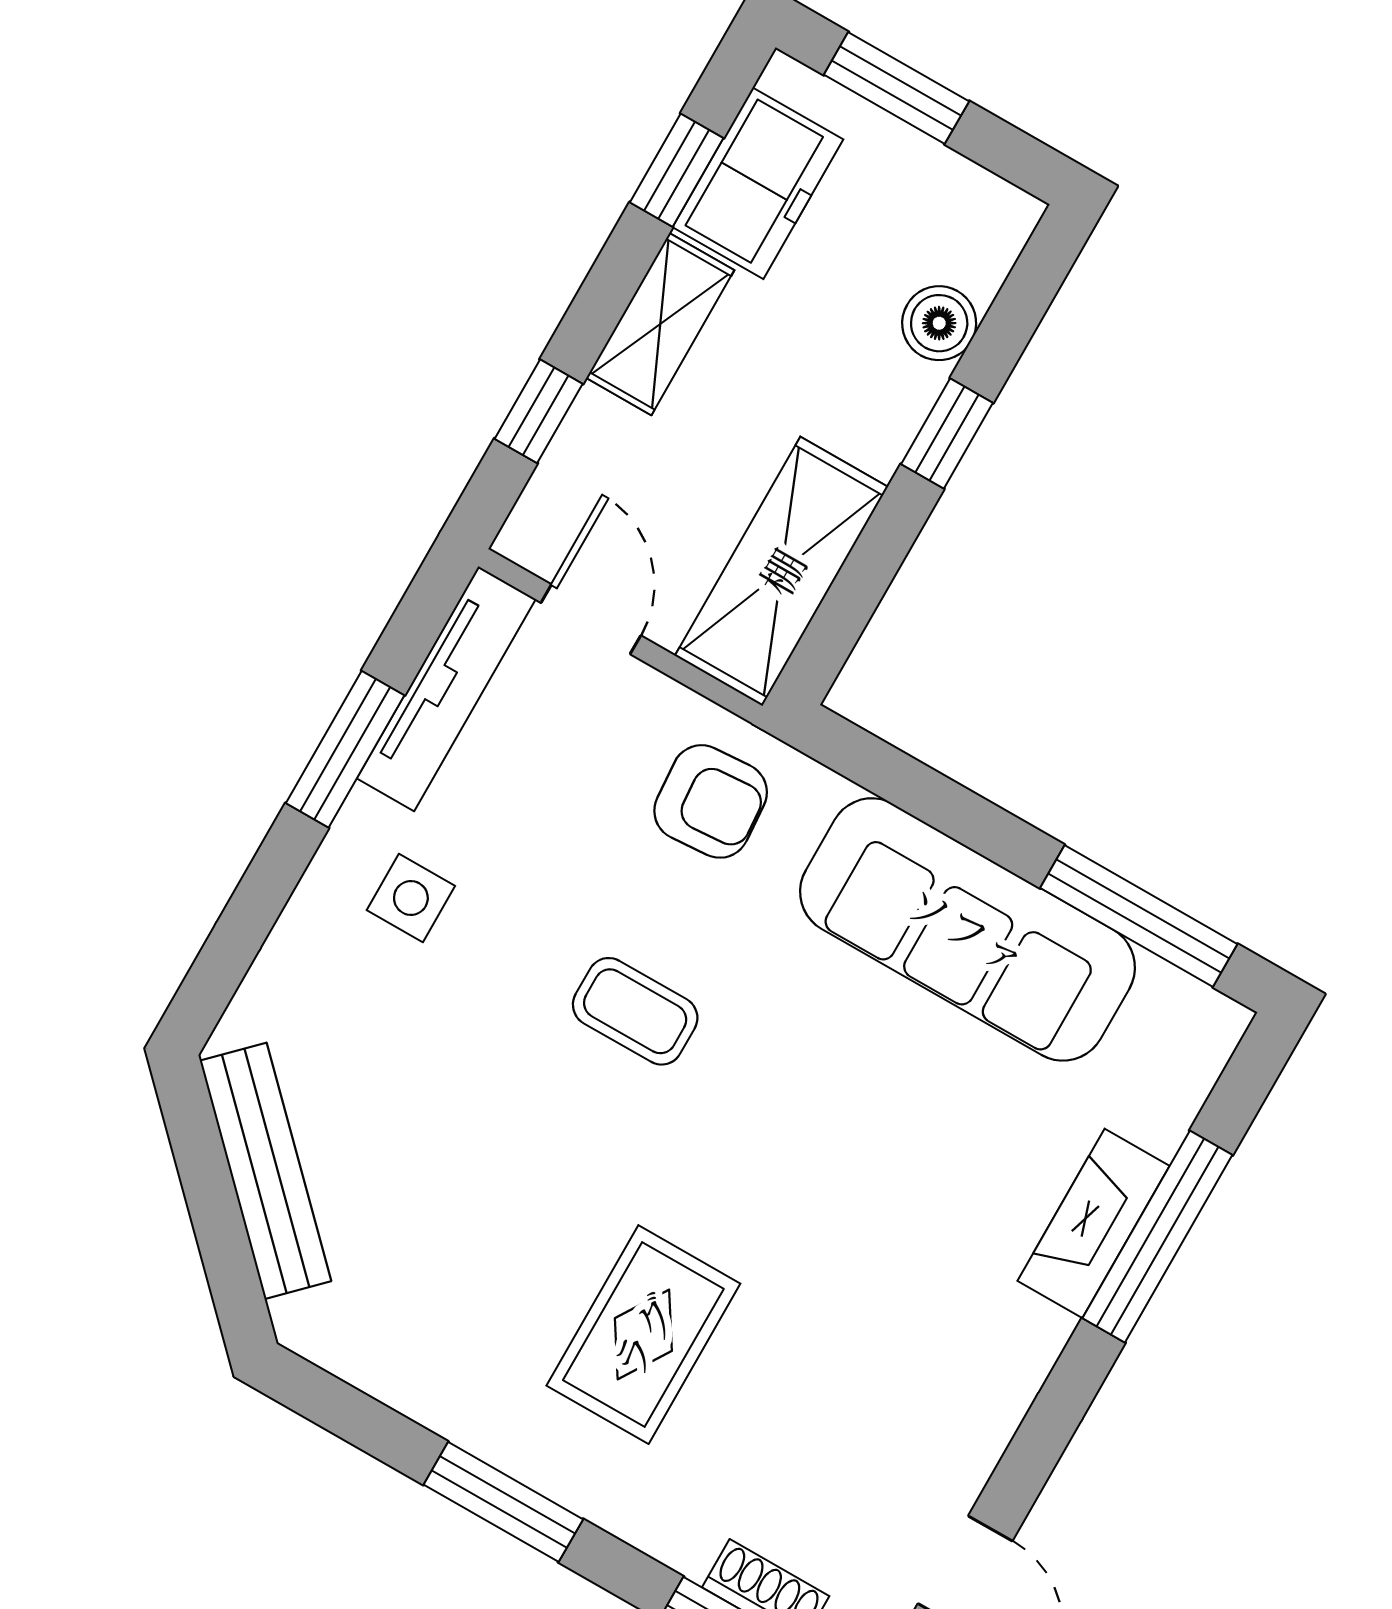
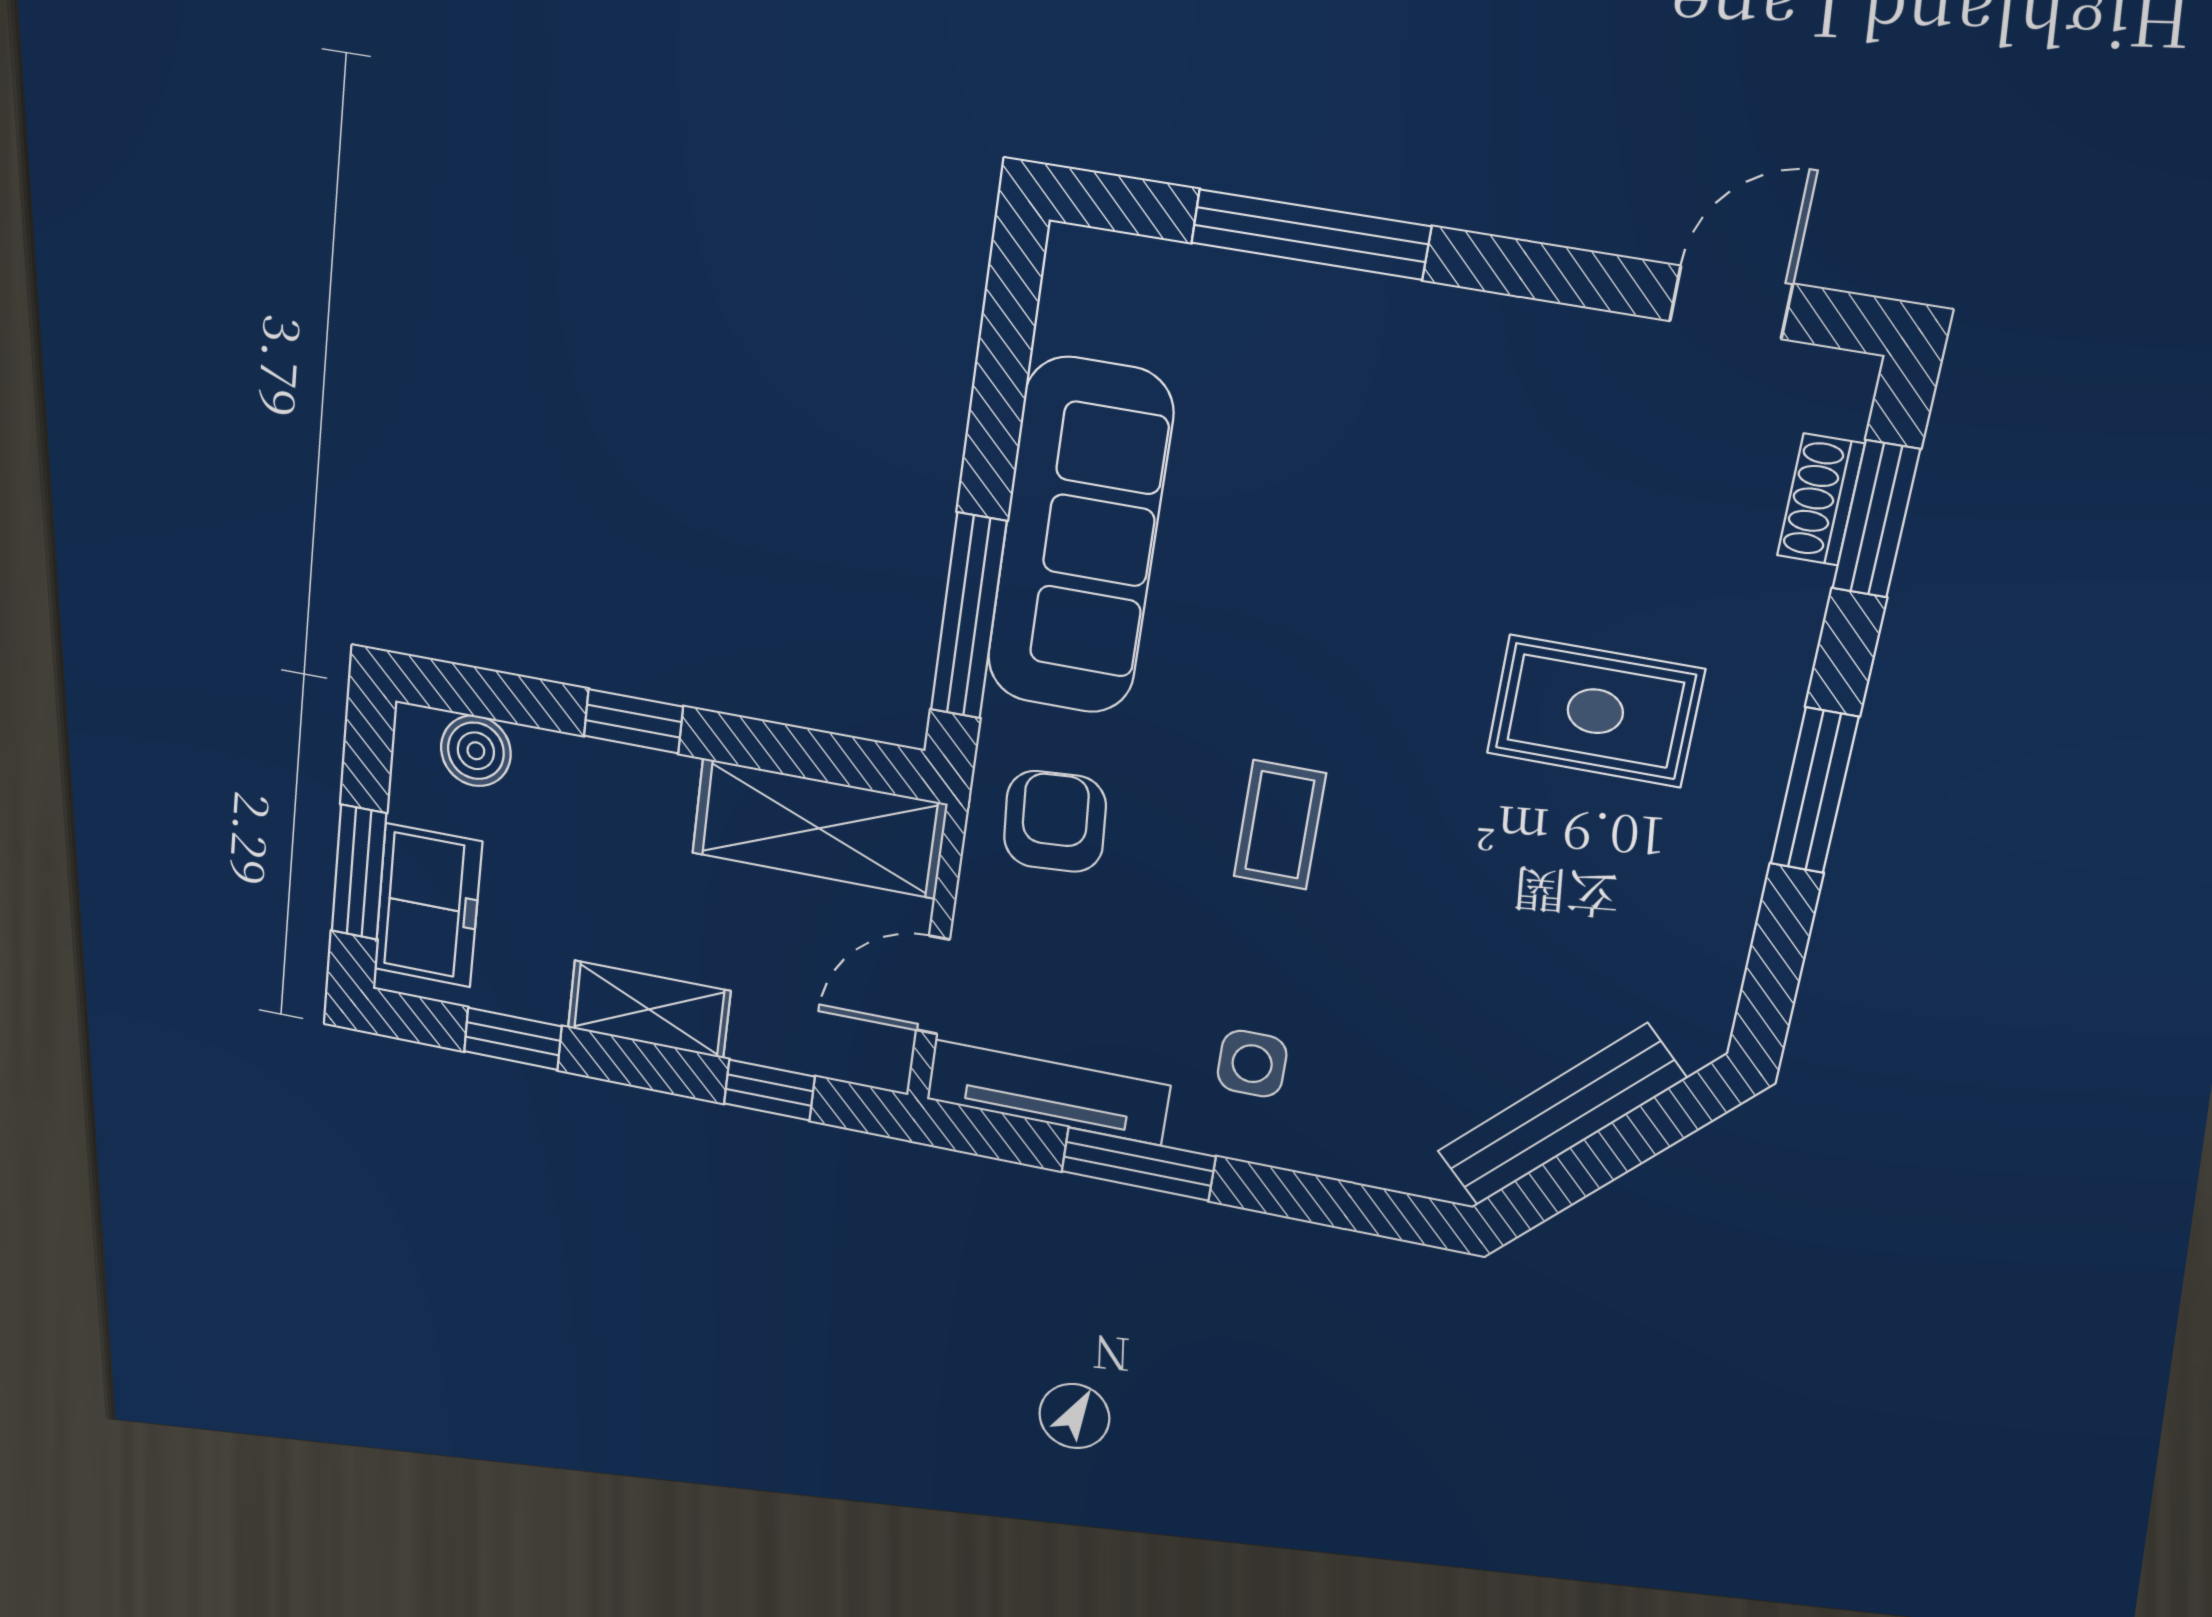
freezer: (758, 183) -> (428, 905), moved, turned 90
boiler: (939, 323) -> (476, 751), moved
window: (1139, 916) -> (969, 616), moved
fireplace: (1093, 1223) -> (1321, 305), removed

